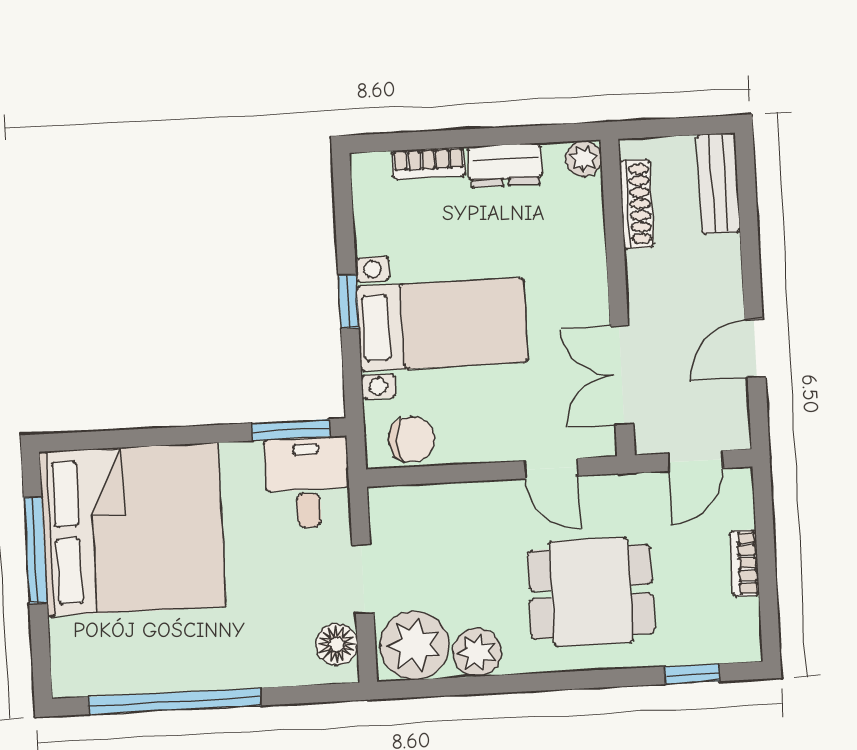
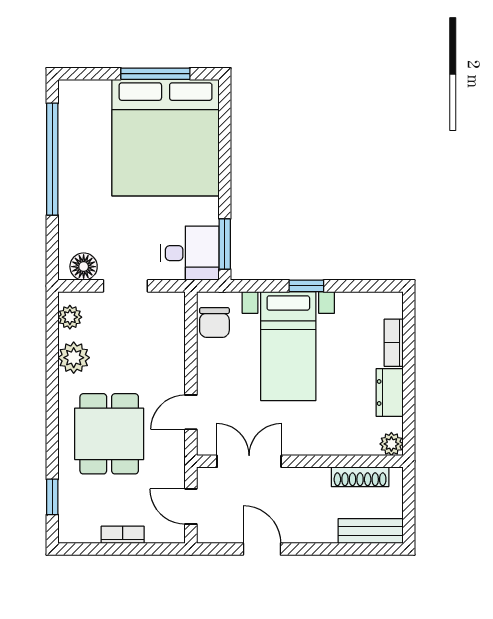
plant: (414, 645) -> (70, 317), width x0.53, depth x0.53

